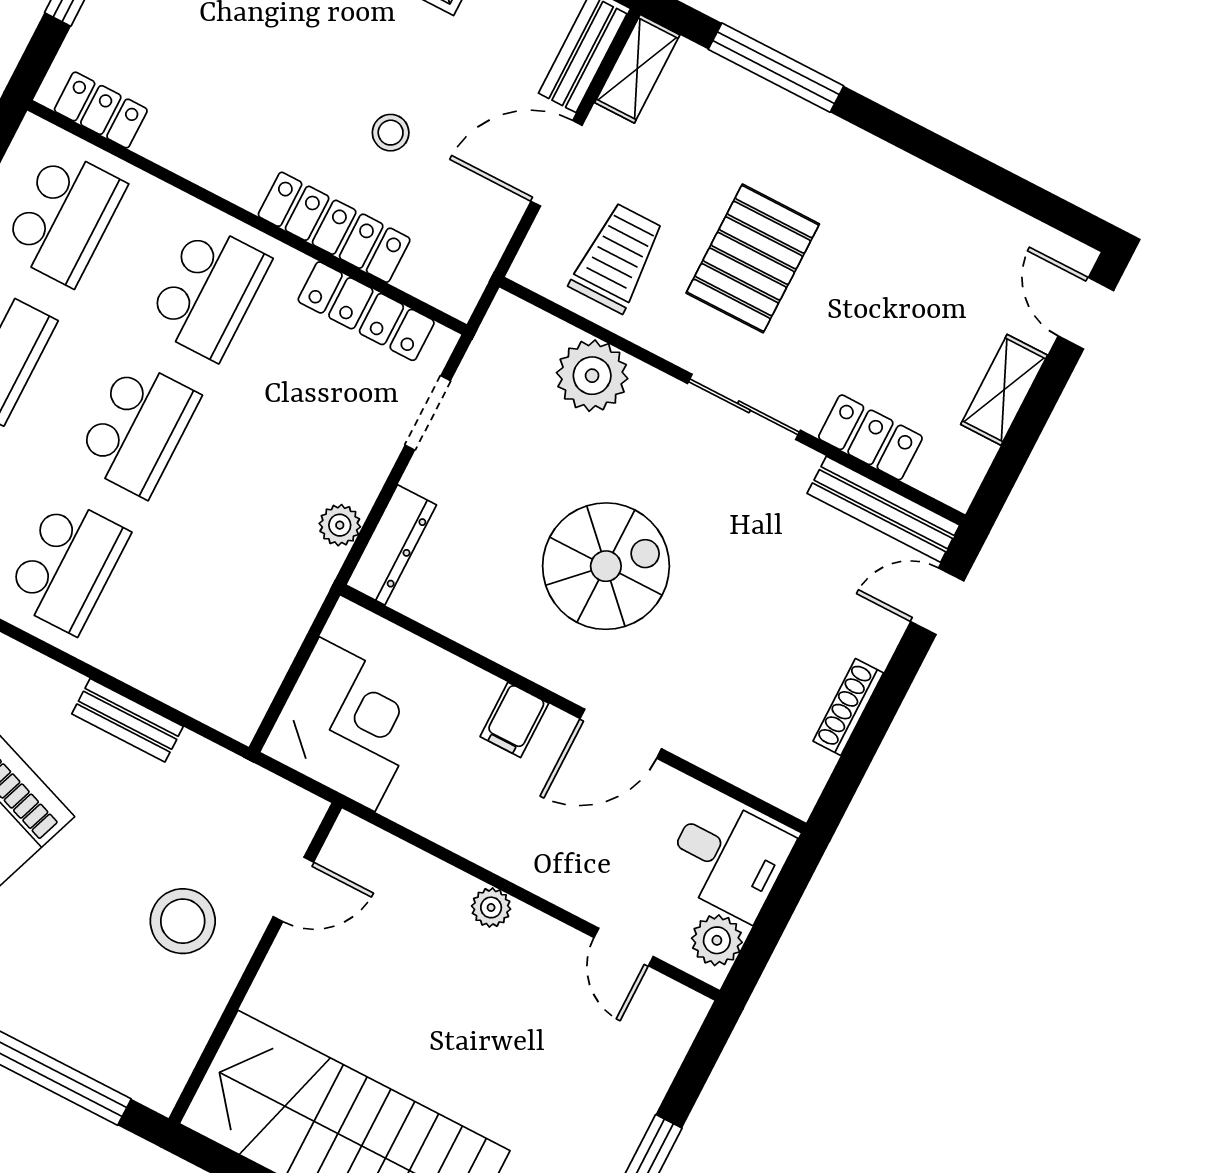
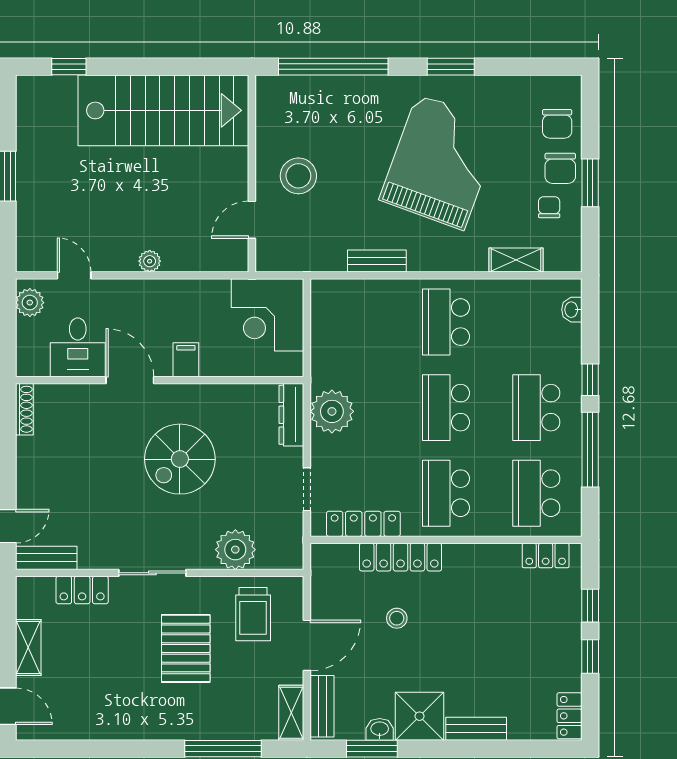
bench: (883, 509) -> (46, 558), width x0.73
plant: (340, 525) -> (332, 411), width x1.87, depth x1.87
shoe rack: (848, 707) -> (24, 409), moved
door: (621, 734) -> (130, 380), hinge flipped
desk: (728, 858) -> (78, 347), moved, turned -90

